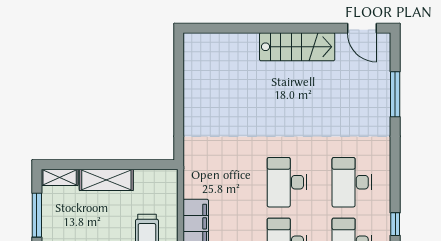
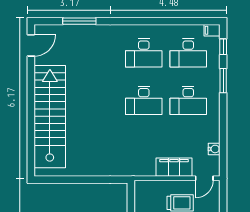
stairs: (297, 47) -> (50, 117), width x1.86, depth x1.51
window: (395, 224) -> (175, 21), removed

